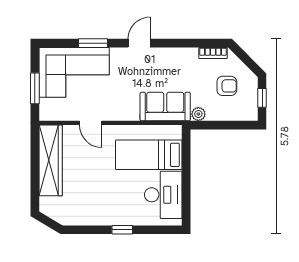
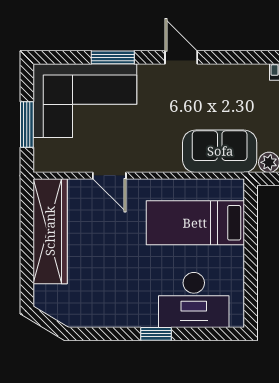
door: (139, 43) -> (181, 57), hinge flipped
desk: (163, 195) -> (194, 300), moved, turned 90

